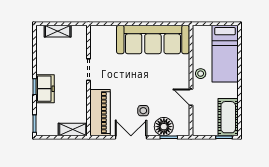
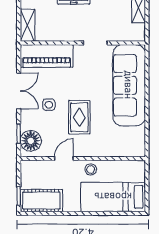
sofa: (153, 39) -> (129, 85), moved
rug: (154, 84) -> (79, 117), added
floor lamp: (164, 127) -> (31, 141), moved

